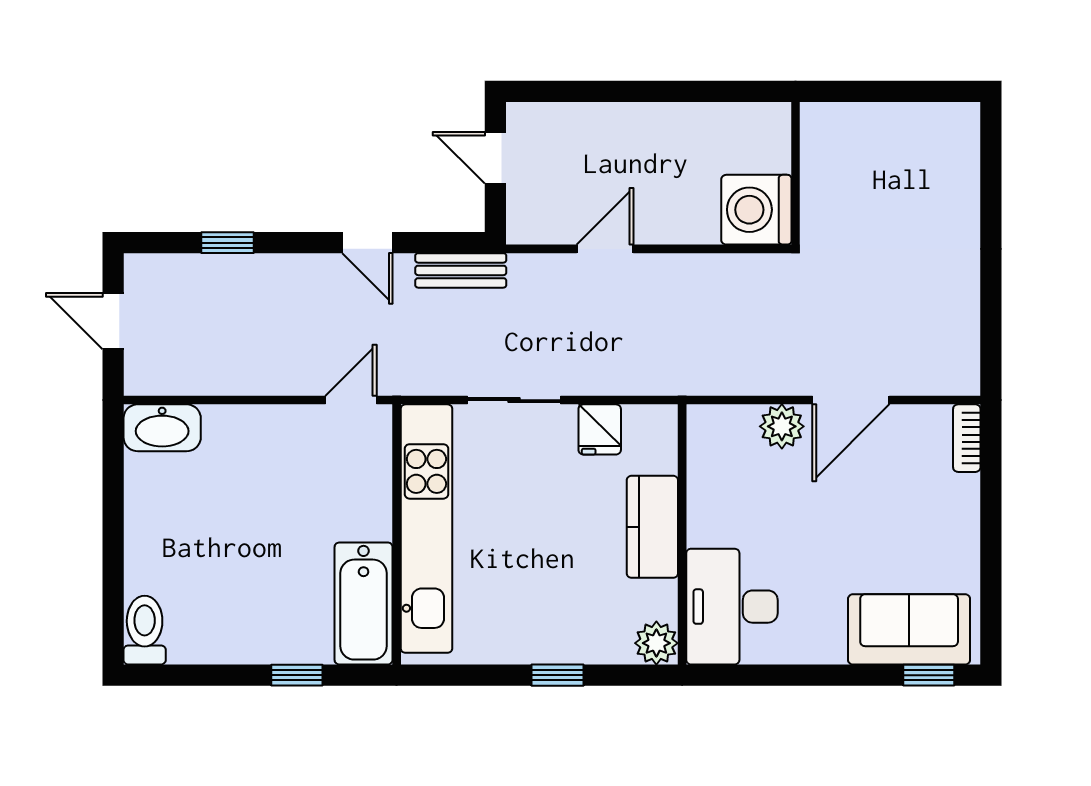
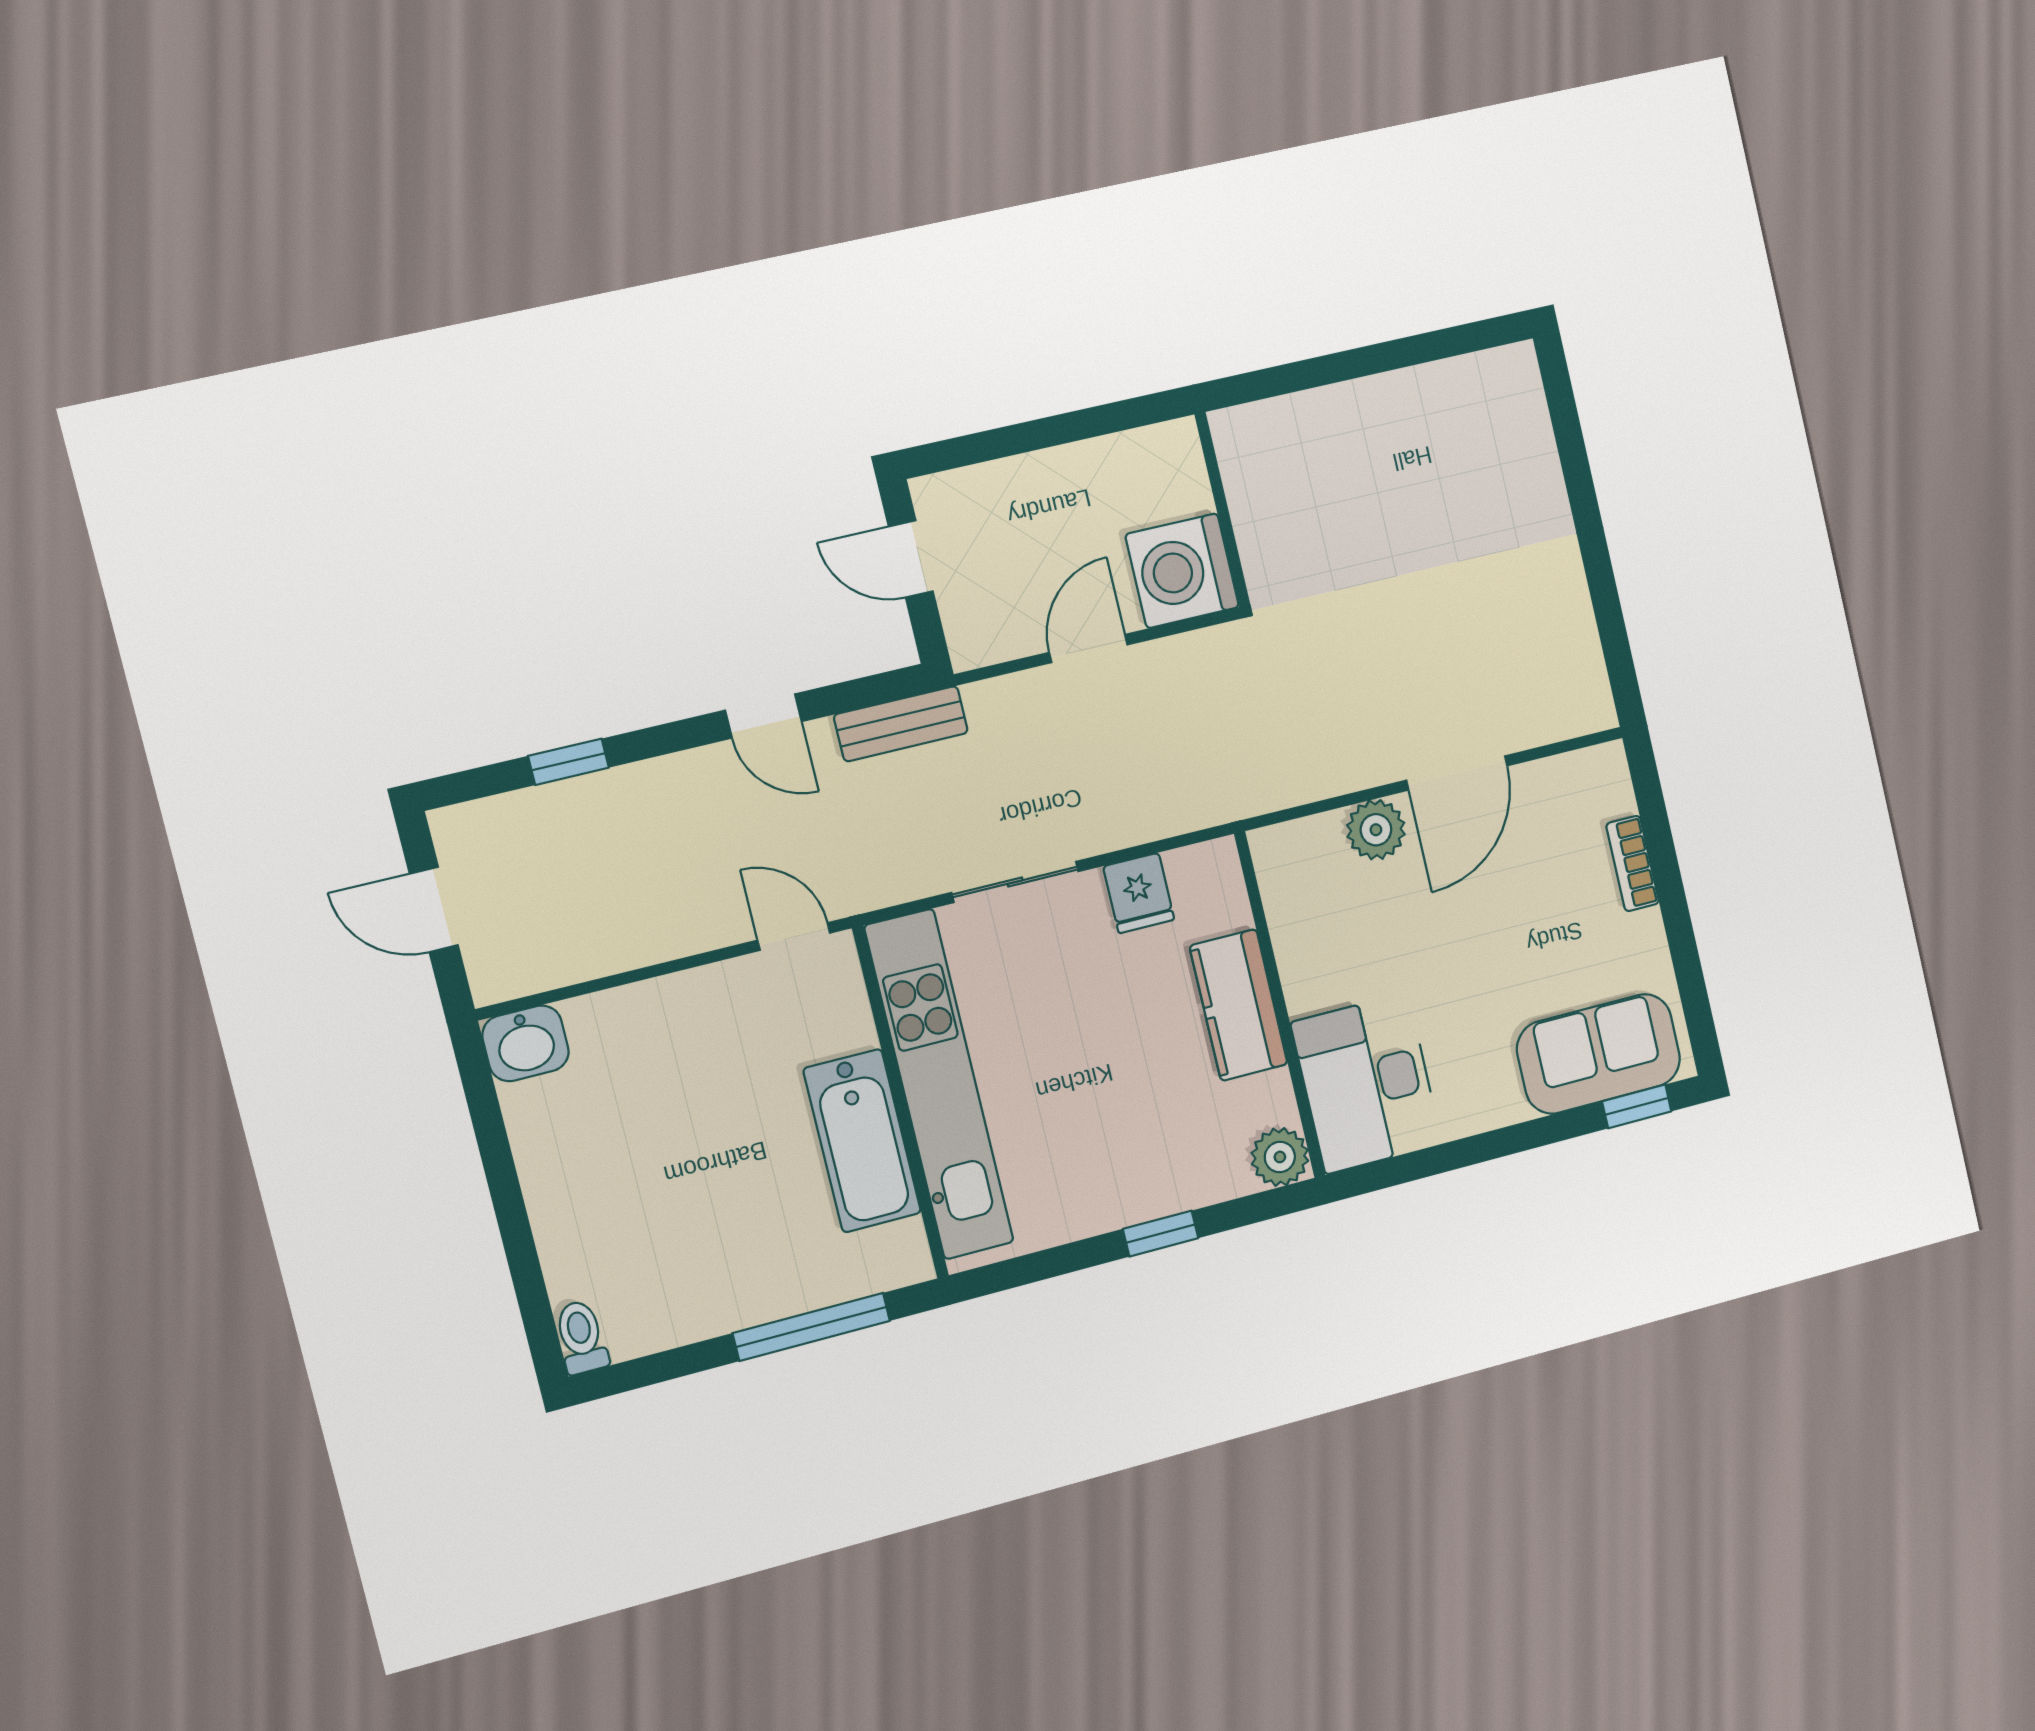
wall: (796, 173) -> (1222, 510), moved
washing machine: (756, 210) -> (1182, 571), moved
door: (351, 400) -> (794, 937), hinge flipped
washbasin: (162, 428) -> (526, 1043), width x0.72
bookcase: (967, 438) -> (1632, 863), moved
bathtub: (364, 603) -> (862, 1141), moved
toilet: (145, 630) -> (581, 1337), width x0.73, depth x0.72
window: (297, 675) -> (811, 1327), width x2.17

